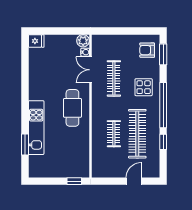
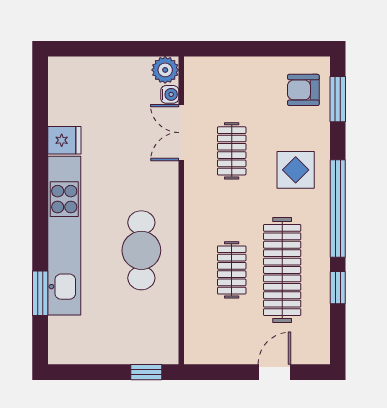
fridge: (36, 41) -> (64, 140), moved
clothes rail: (114, 78) -> (232, 151), width x0.73
cafe table: (72, 108) -> (141, 250), moved
kitchen unit: (36, 128) -> (64, 236), width x1.36

